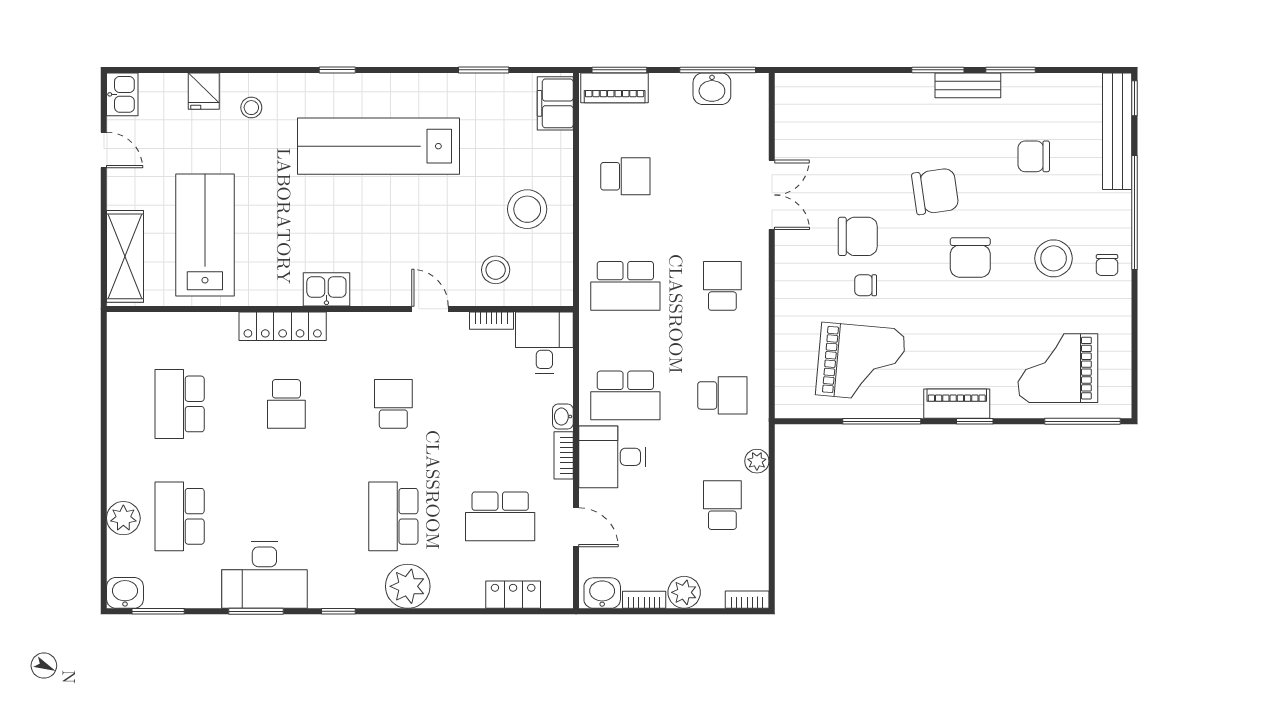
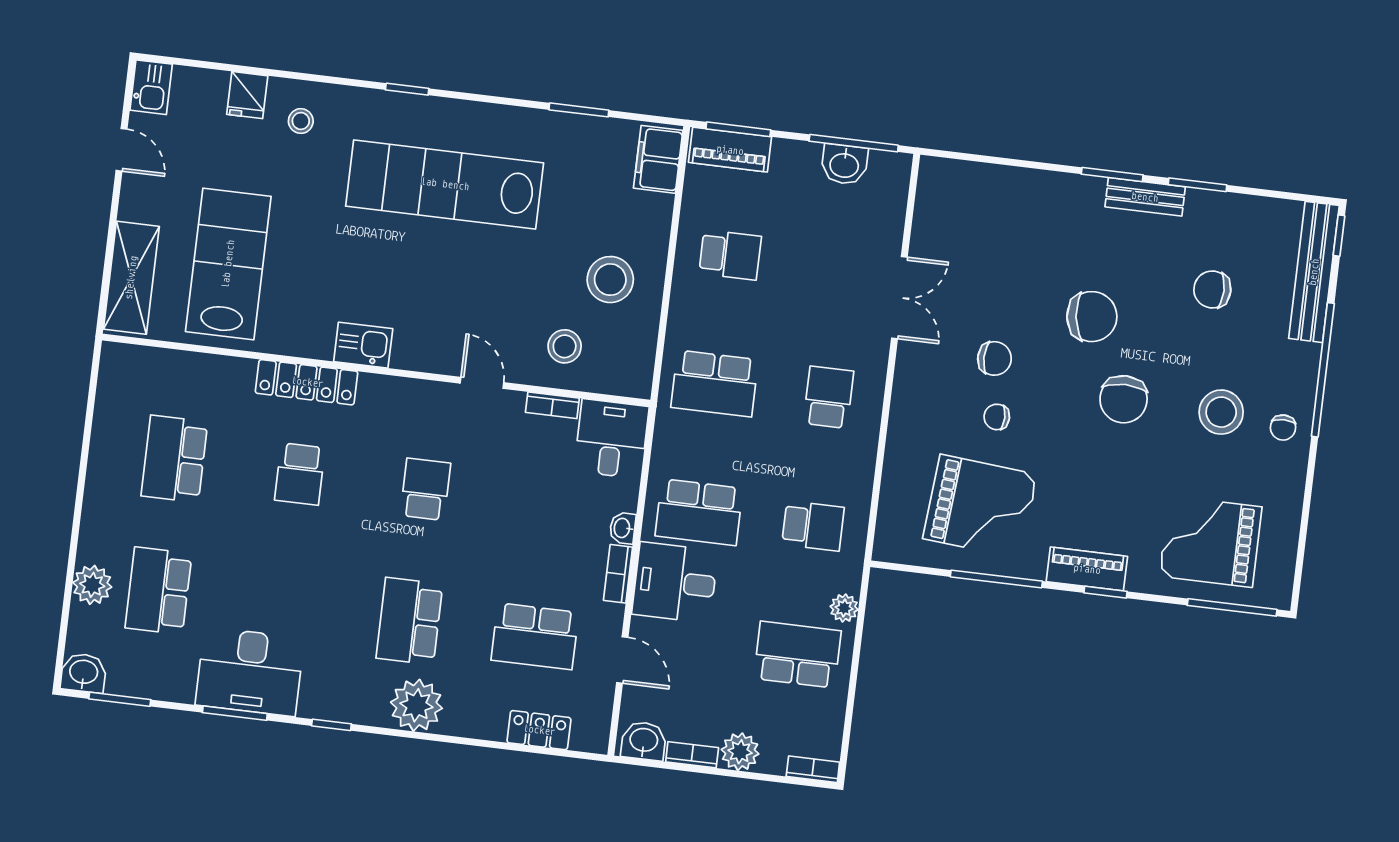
chair: (858, 236) -> (994, 358), width x0.73, depth x0.73
school desk: (722, 505) -> (797, 655), width x1.85

